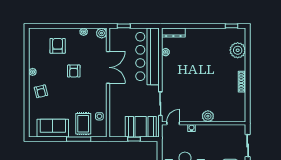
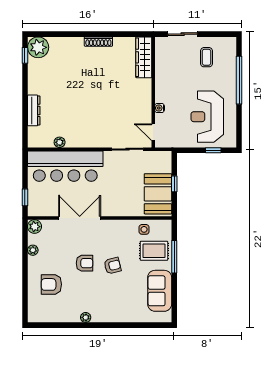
dresser: (173, 32) -> (34, 110), moved
plant: (238, 50) -> (38, 47), moved
armchair: (41, 91) -> (112, 266), moved
plant: (208, 116) -> (144, 87), removed
wardrobe: (230, 116) -> (144, 57), added
booth: (141, 127) -> (158, 194), moved

